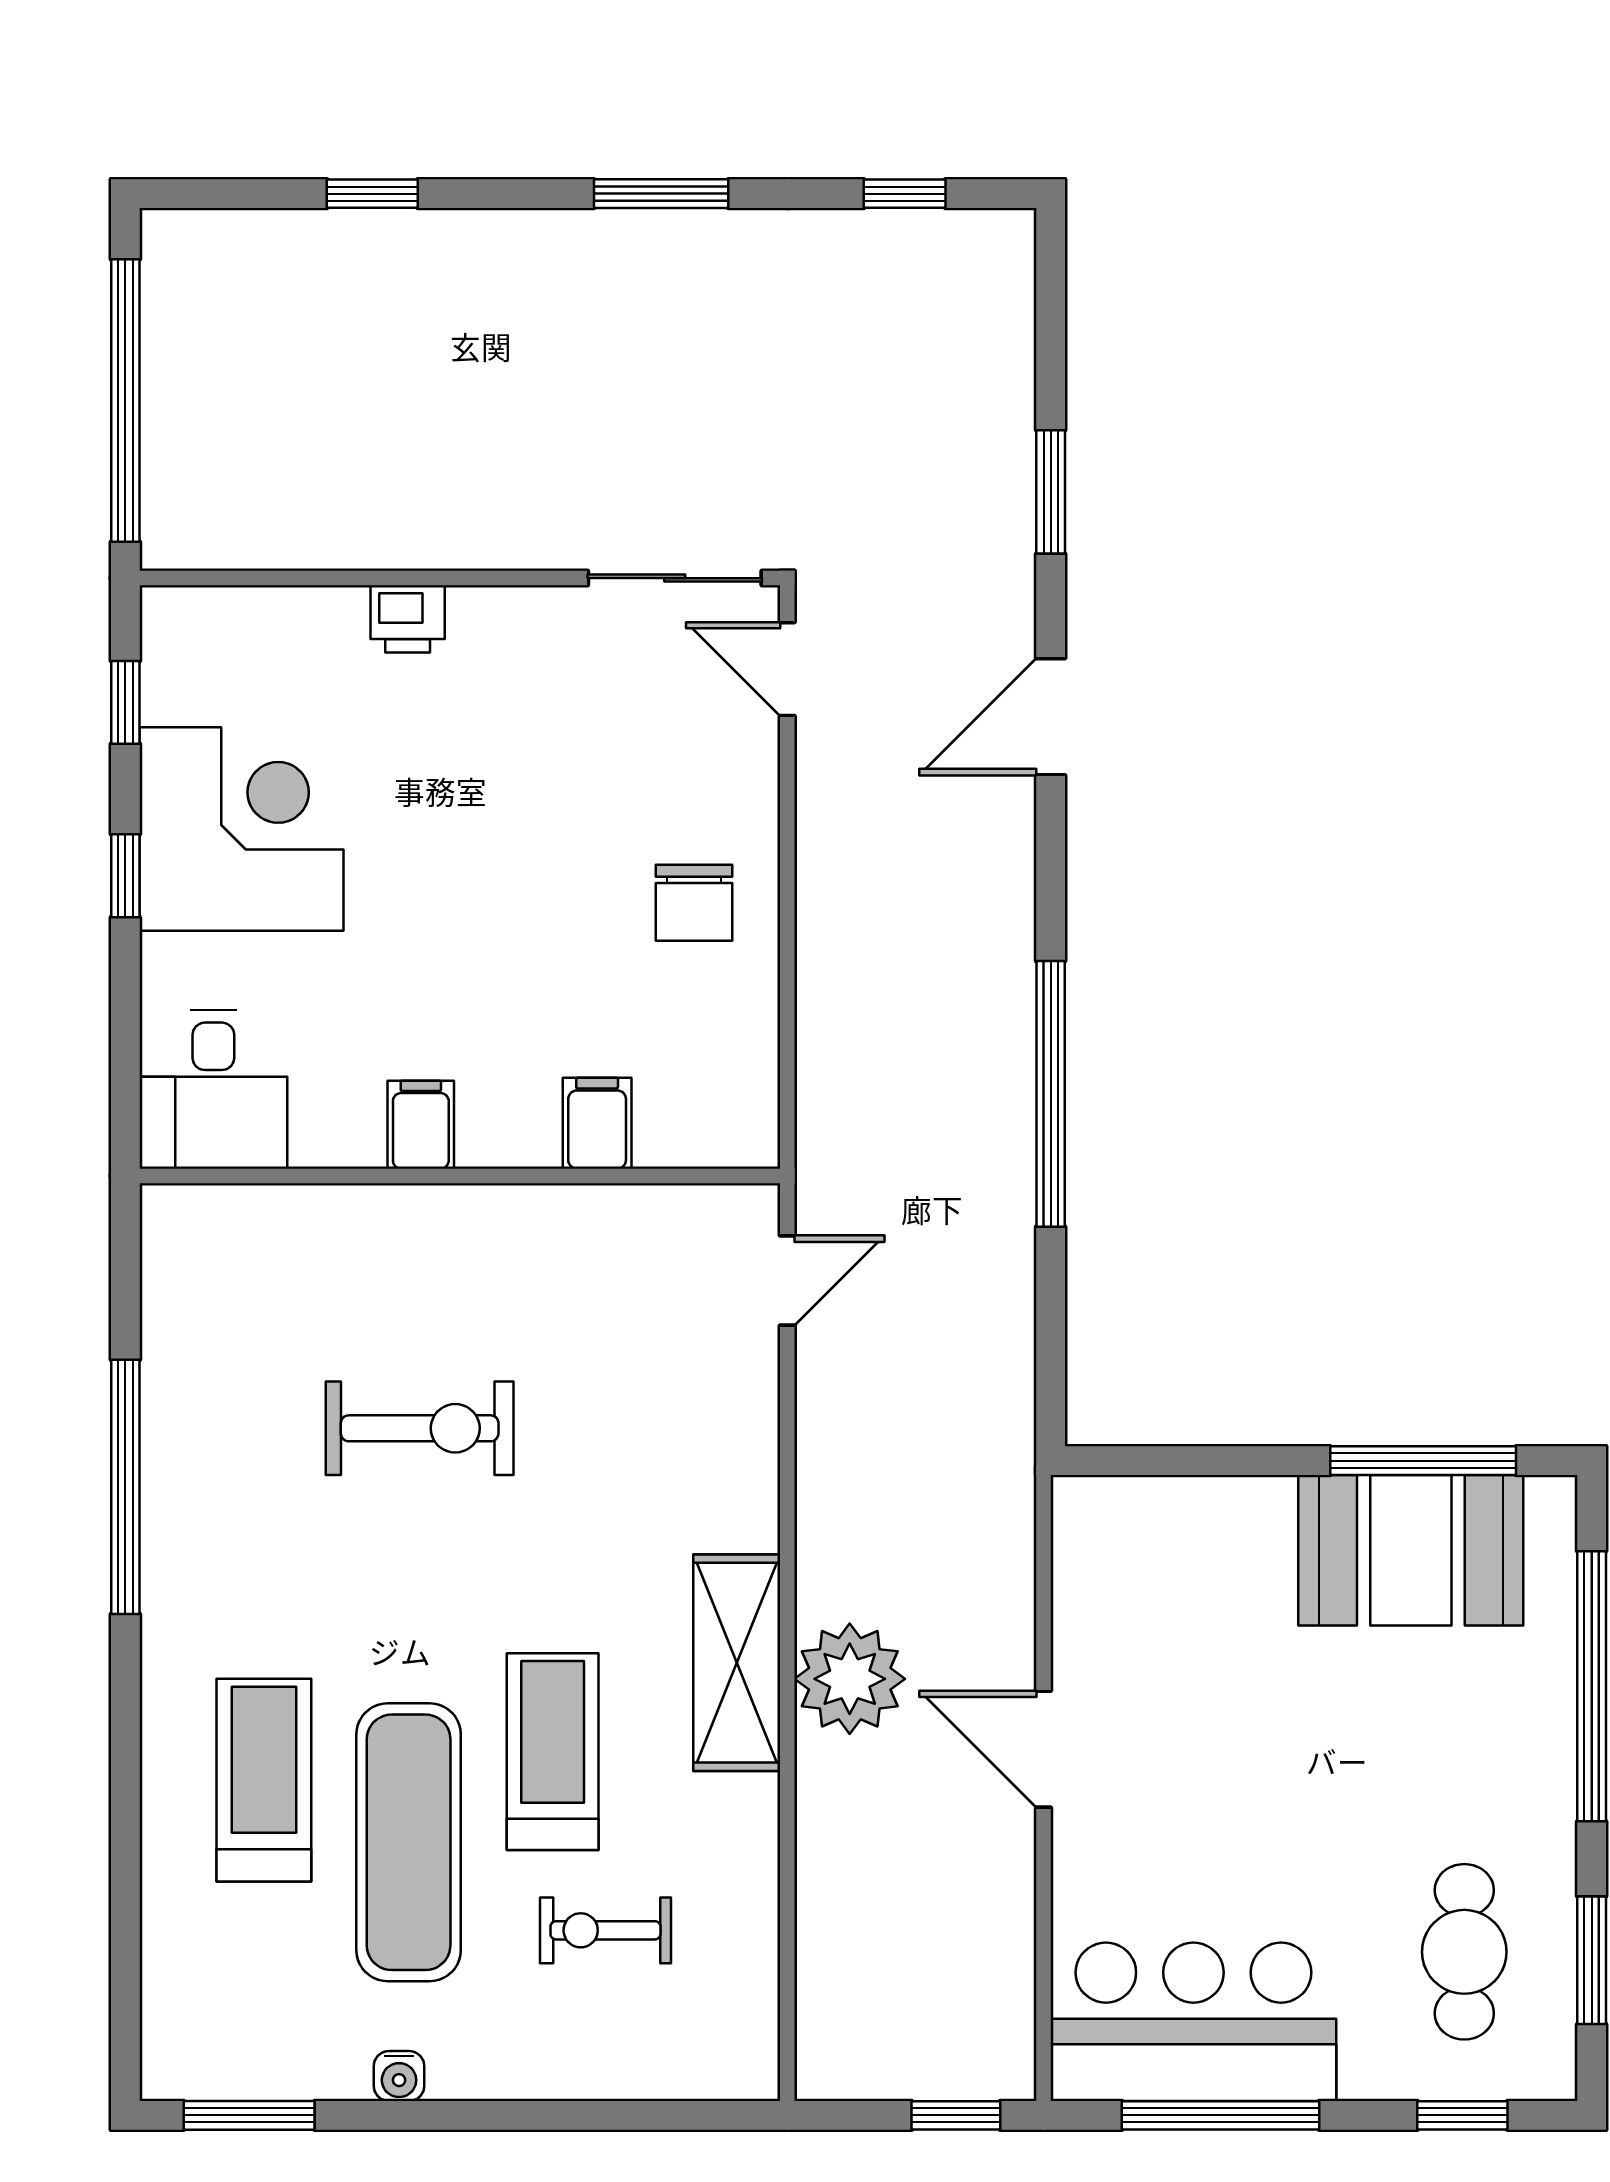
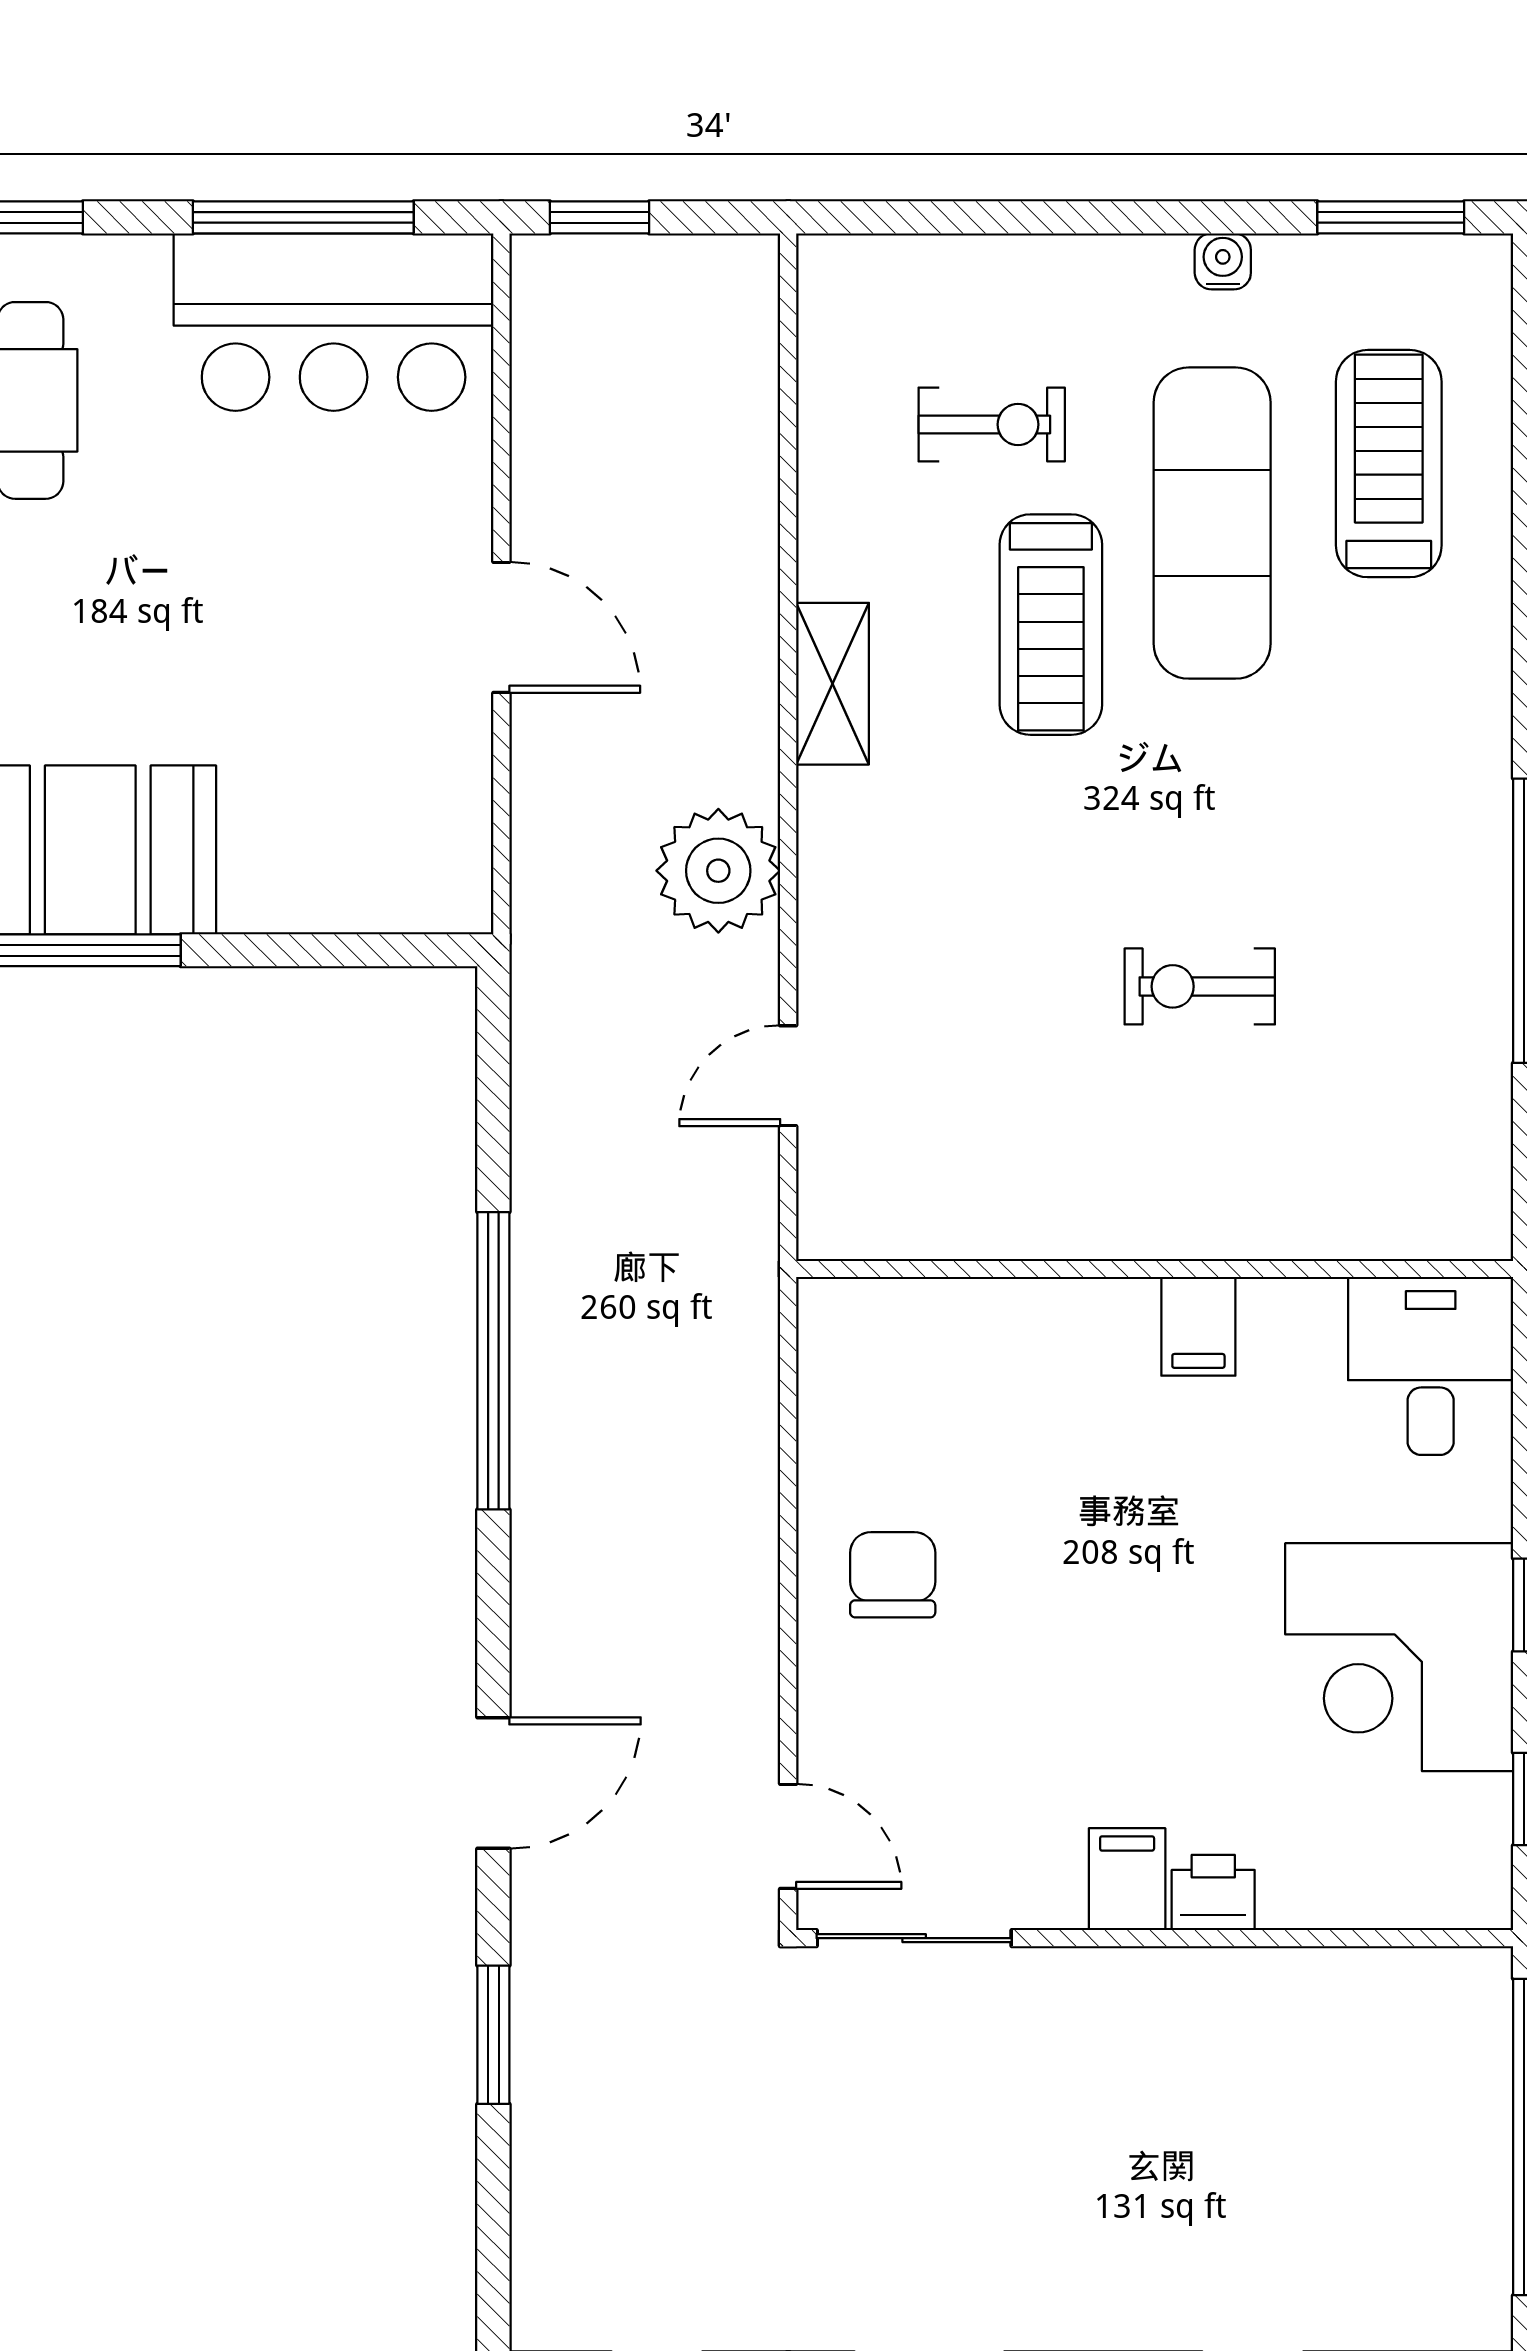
filing cabinet: (597, 1123) -> (1127, 1879), moved, turned 180
door: (787, 1280) -> (788, 1076), moved
exercise bike: (420, 1428) -> (1200, 986), width x0.73, depth x0.72
shelving: (737, 1663) -> (833, 684), width x0.67, depth x0.75
plant: (850, 1679) -> (718, 871), moved
treadmill: (264, 1780) -> (1389, 464), moved, turned 180

